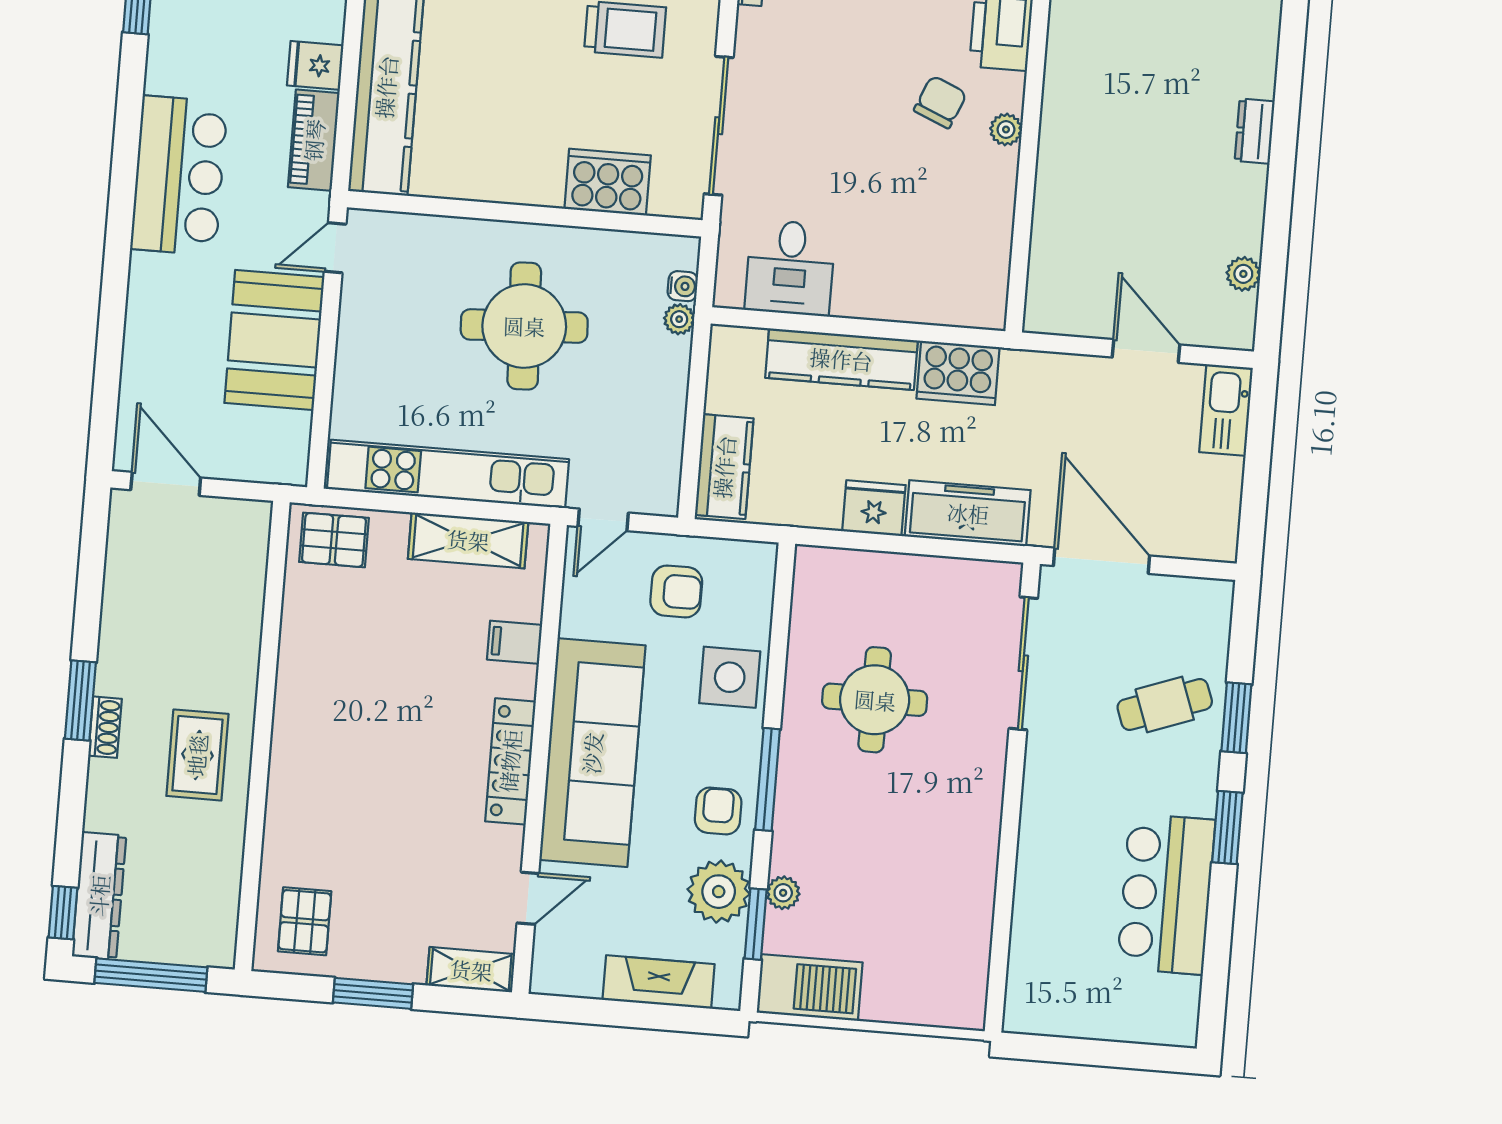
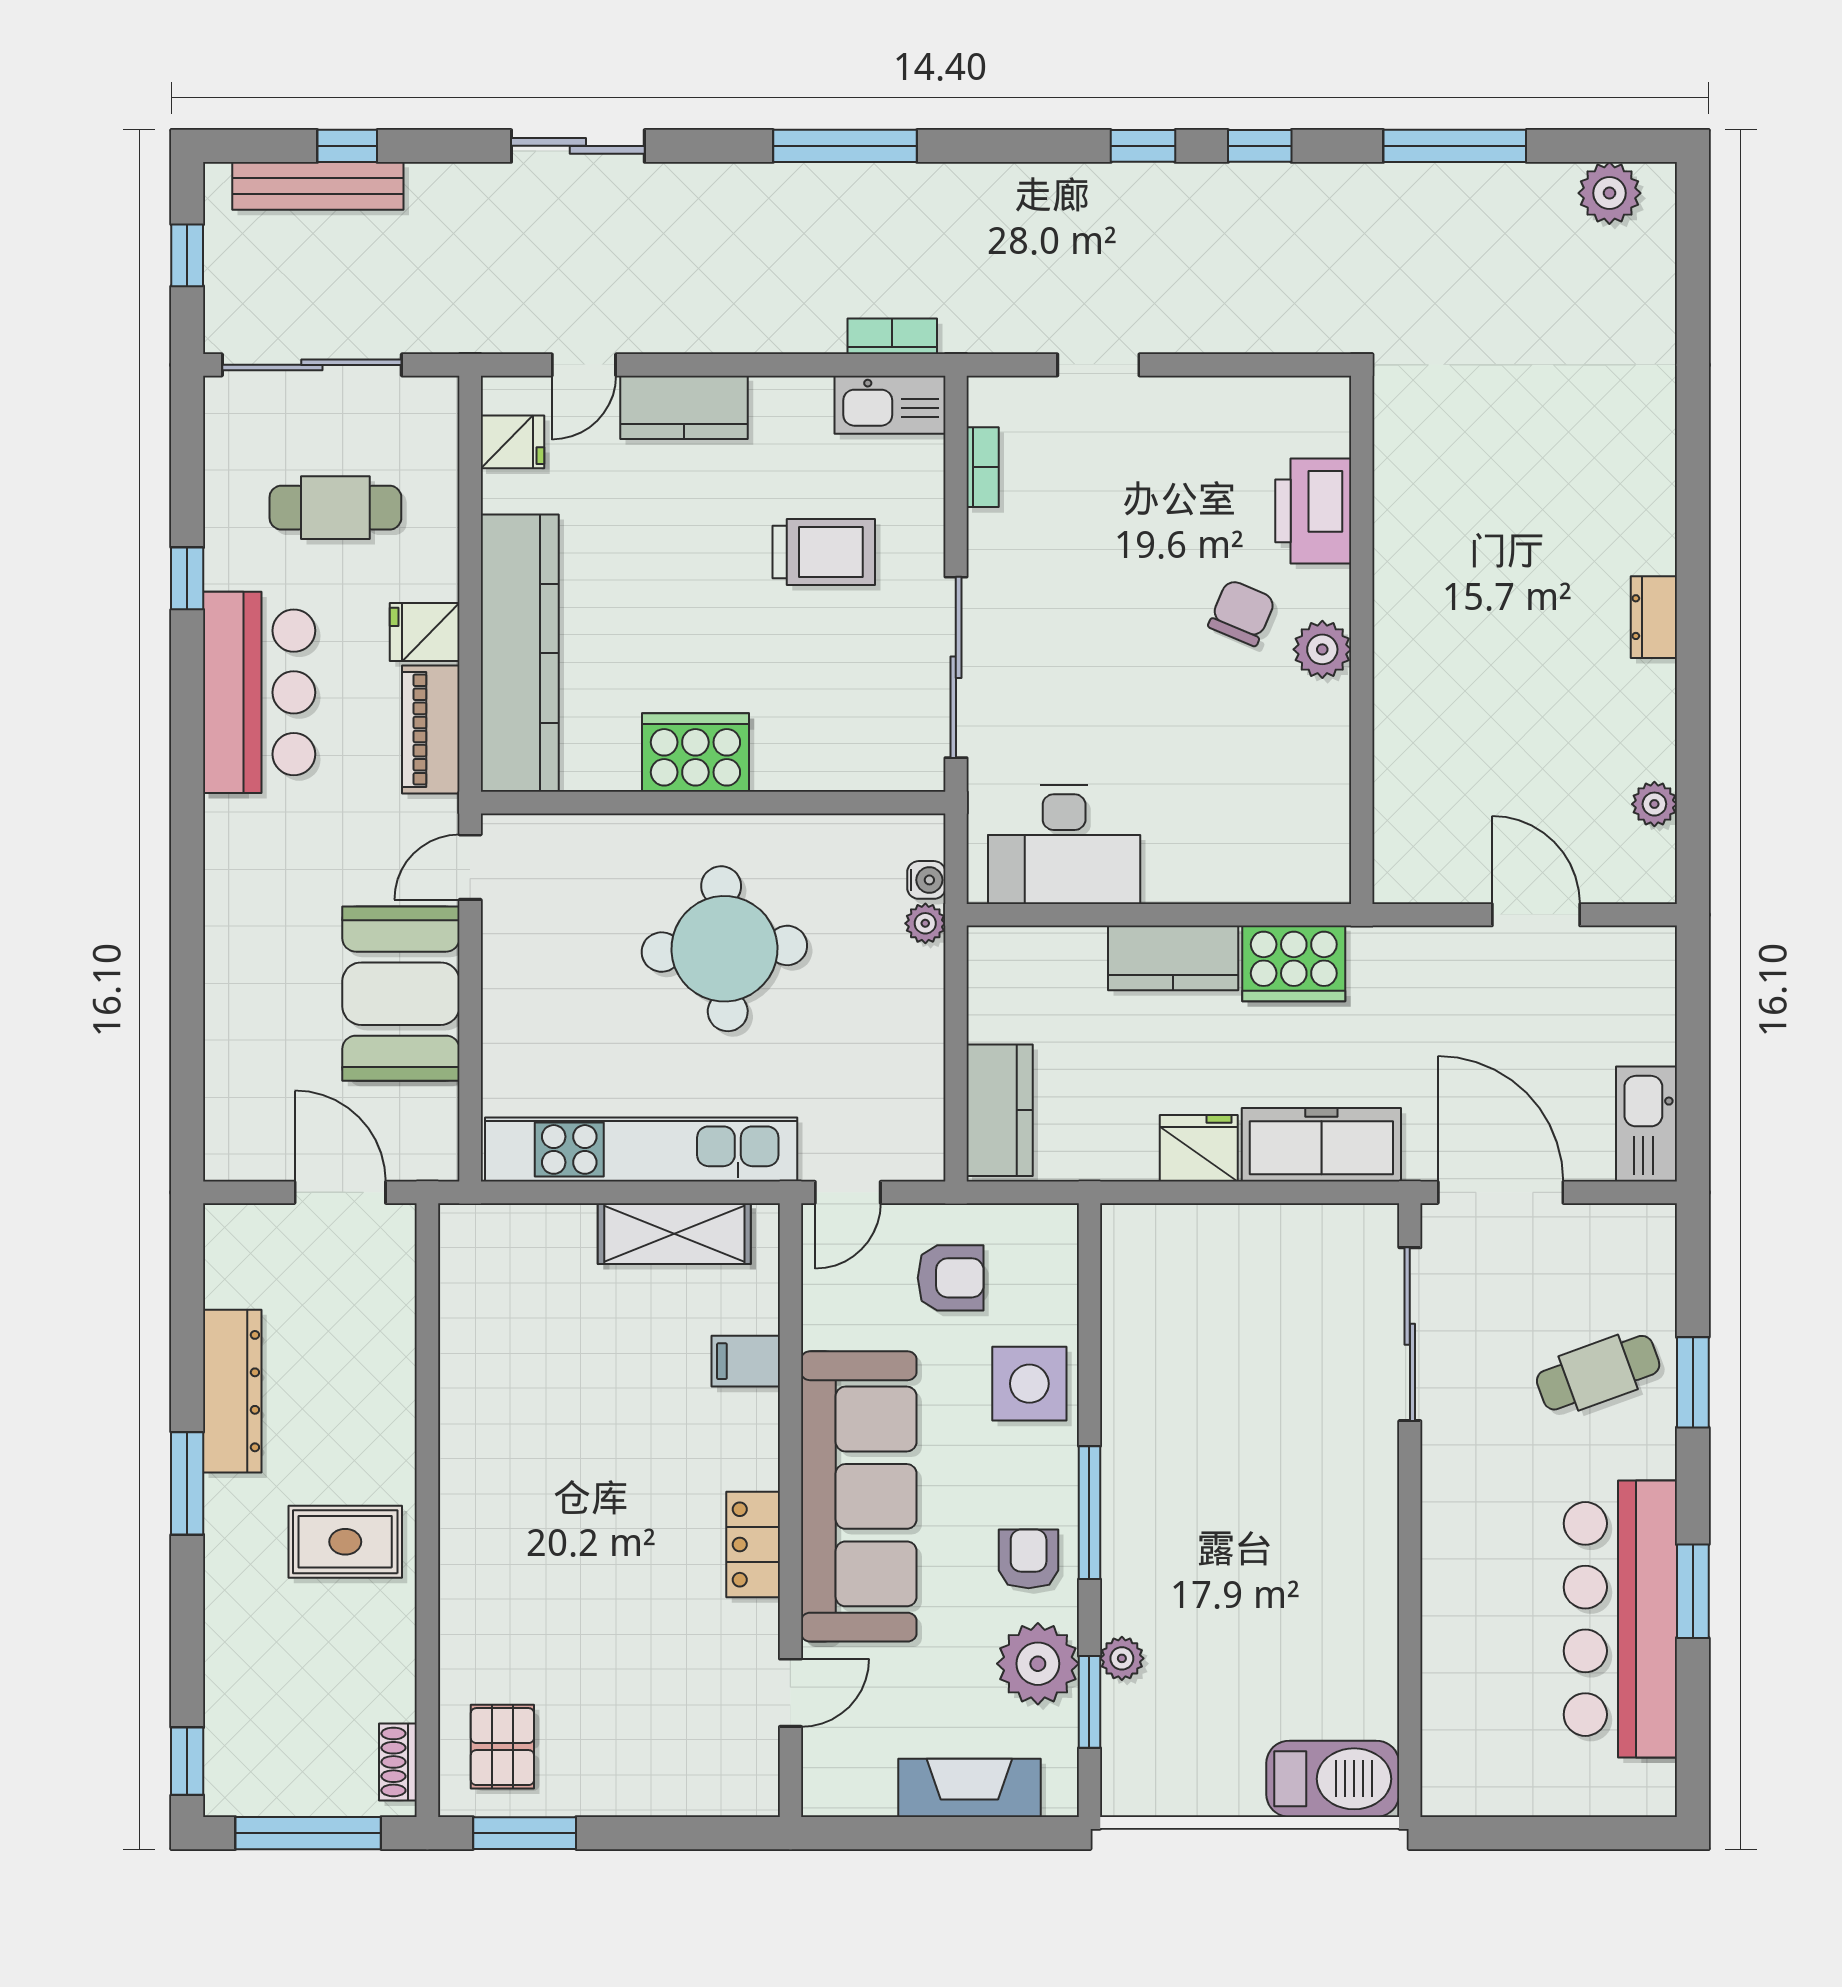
plant: (1006, 129) -> (1322, 649), width x1.38, depth x1.38
bar counter: (179, 176) -> (259, 692), moved
cooker: (608, 182) -> (695, 753), moved
desk: (790, 268) -> (1064, 844), width x1.37
kitchen counter: (841, 359) -> (1173, 958), width x0.67
kitchen sink: (1226, 410) -> (1646, 1124), moved
door: (166, 484) -> (340, 1192), moved
pallet: (334, 540) -> (500, 1247), removed
round table: (875, 700) -> (1220, 1397), removed
shoe rack: (105, 727) -> (398, 1762), moved, turned 180
rug: (197, 755) -> (345, 1542), turned 90
locker: (510, 761) -> (753, 1544), width x0.66
window: (1227, 828) -> (1693, 1591), moved
bar counter: (1166, 894) -> (1620, 1619), width x1.36
dresser: (99, 896) -> (232, 1391), moved
shelving: (471, 970) -> (724, 1792), removed
barbecue: (810, 988) -> (1333, 1779), moved
window: (373, 993) -> (525, 1833), moved

